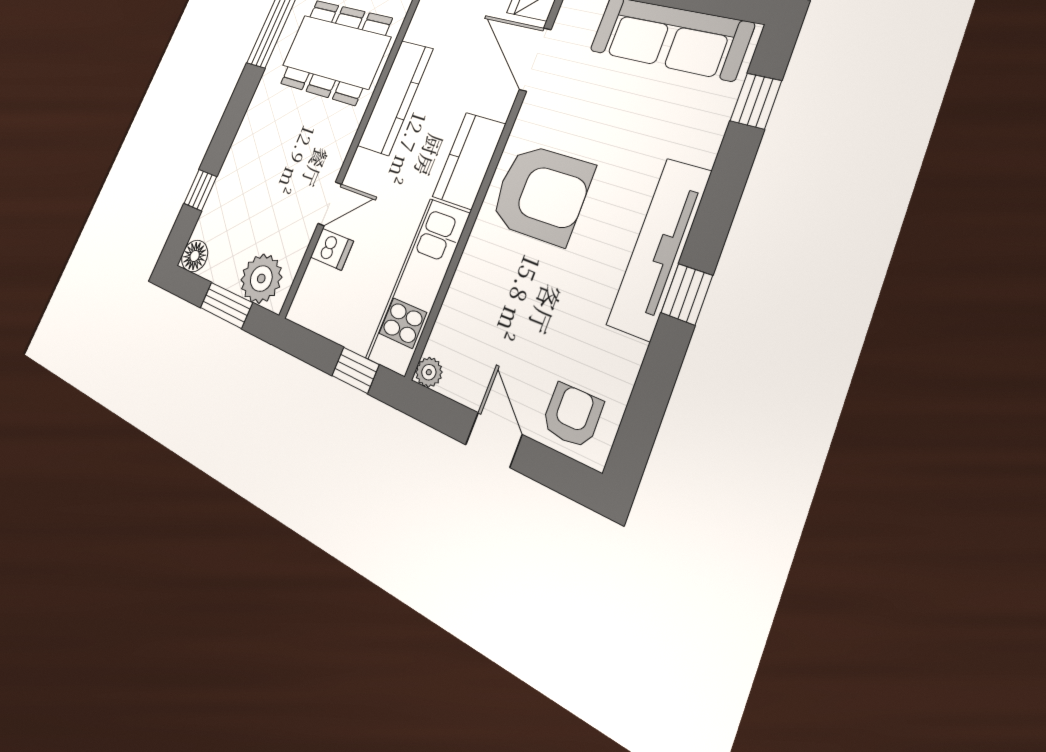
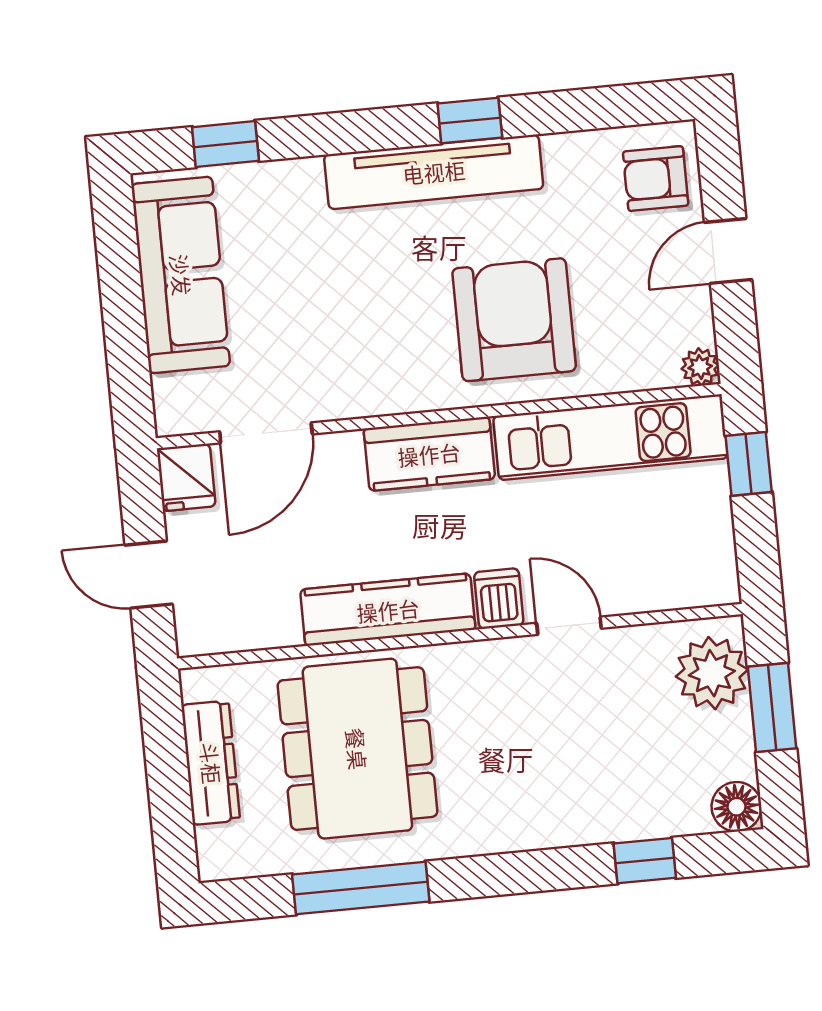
armchair: (541, 194) -> (514, 320), moved
dishwasher: (332, 249) -> (499, 599), moved

